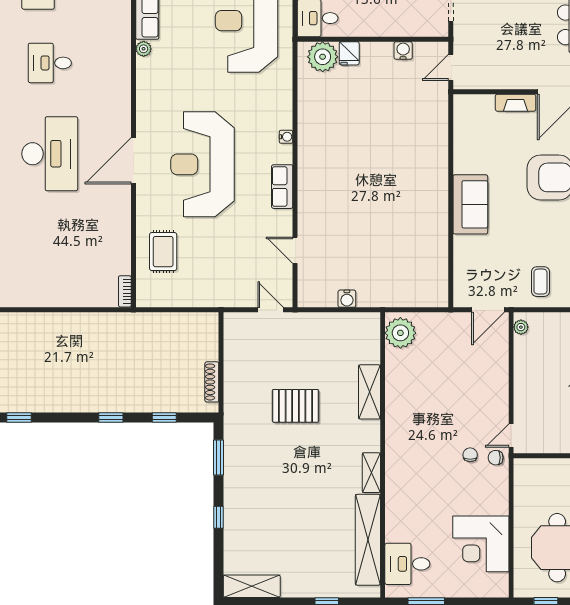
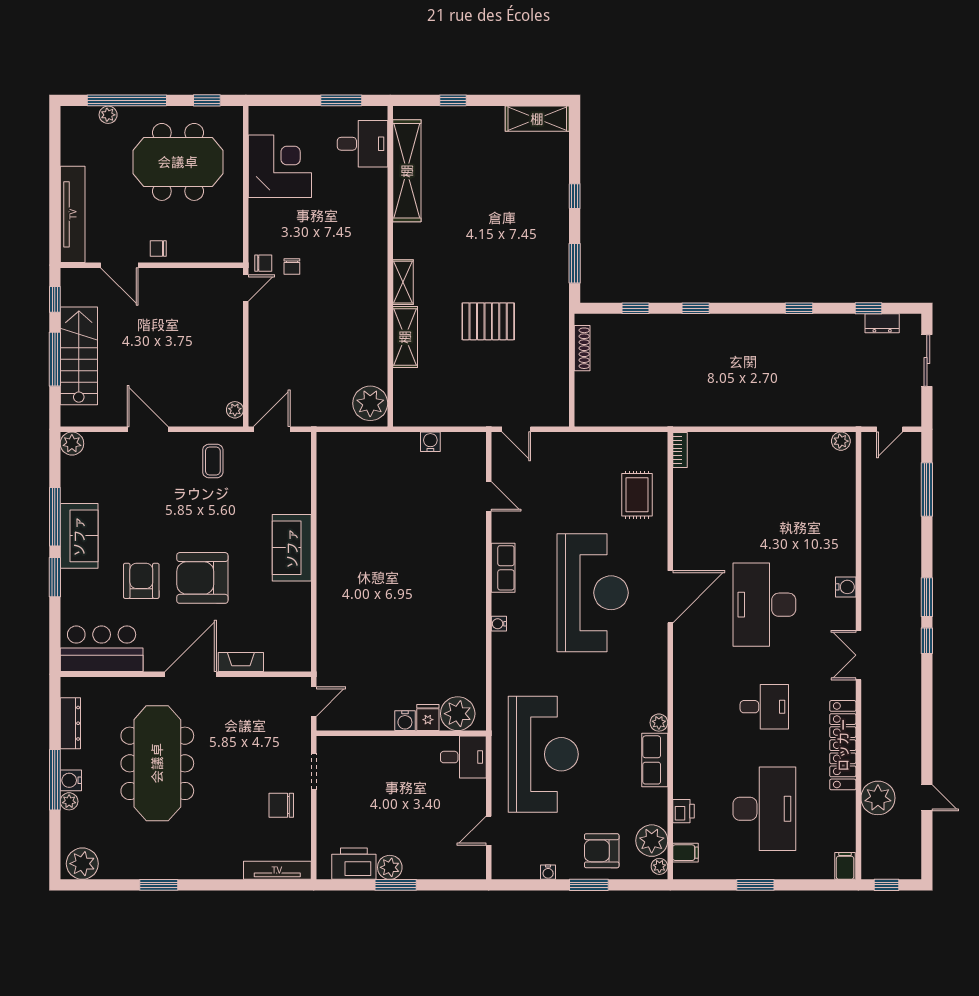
water cooler: (403, 51) -> (405, 721), moved
shelving: (371, 473) -> (403, 282), moved

